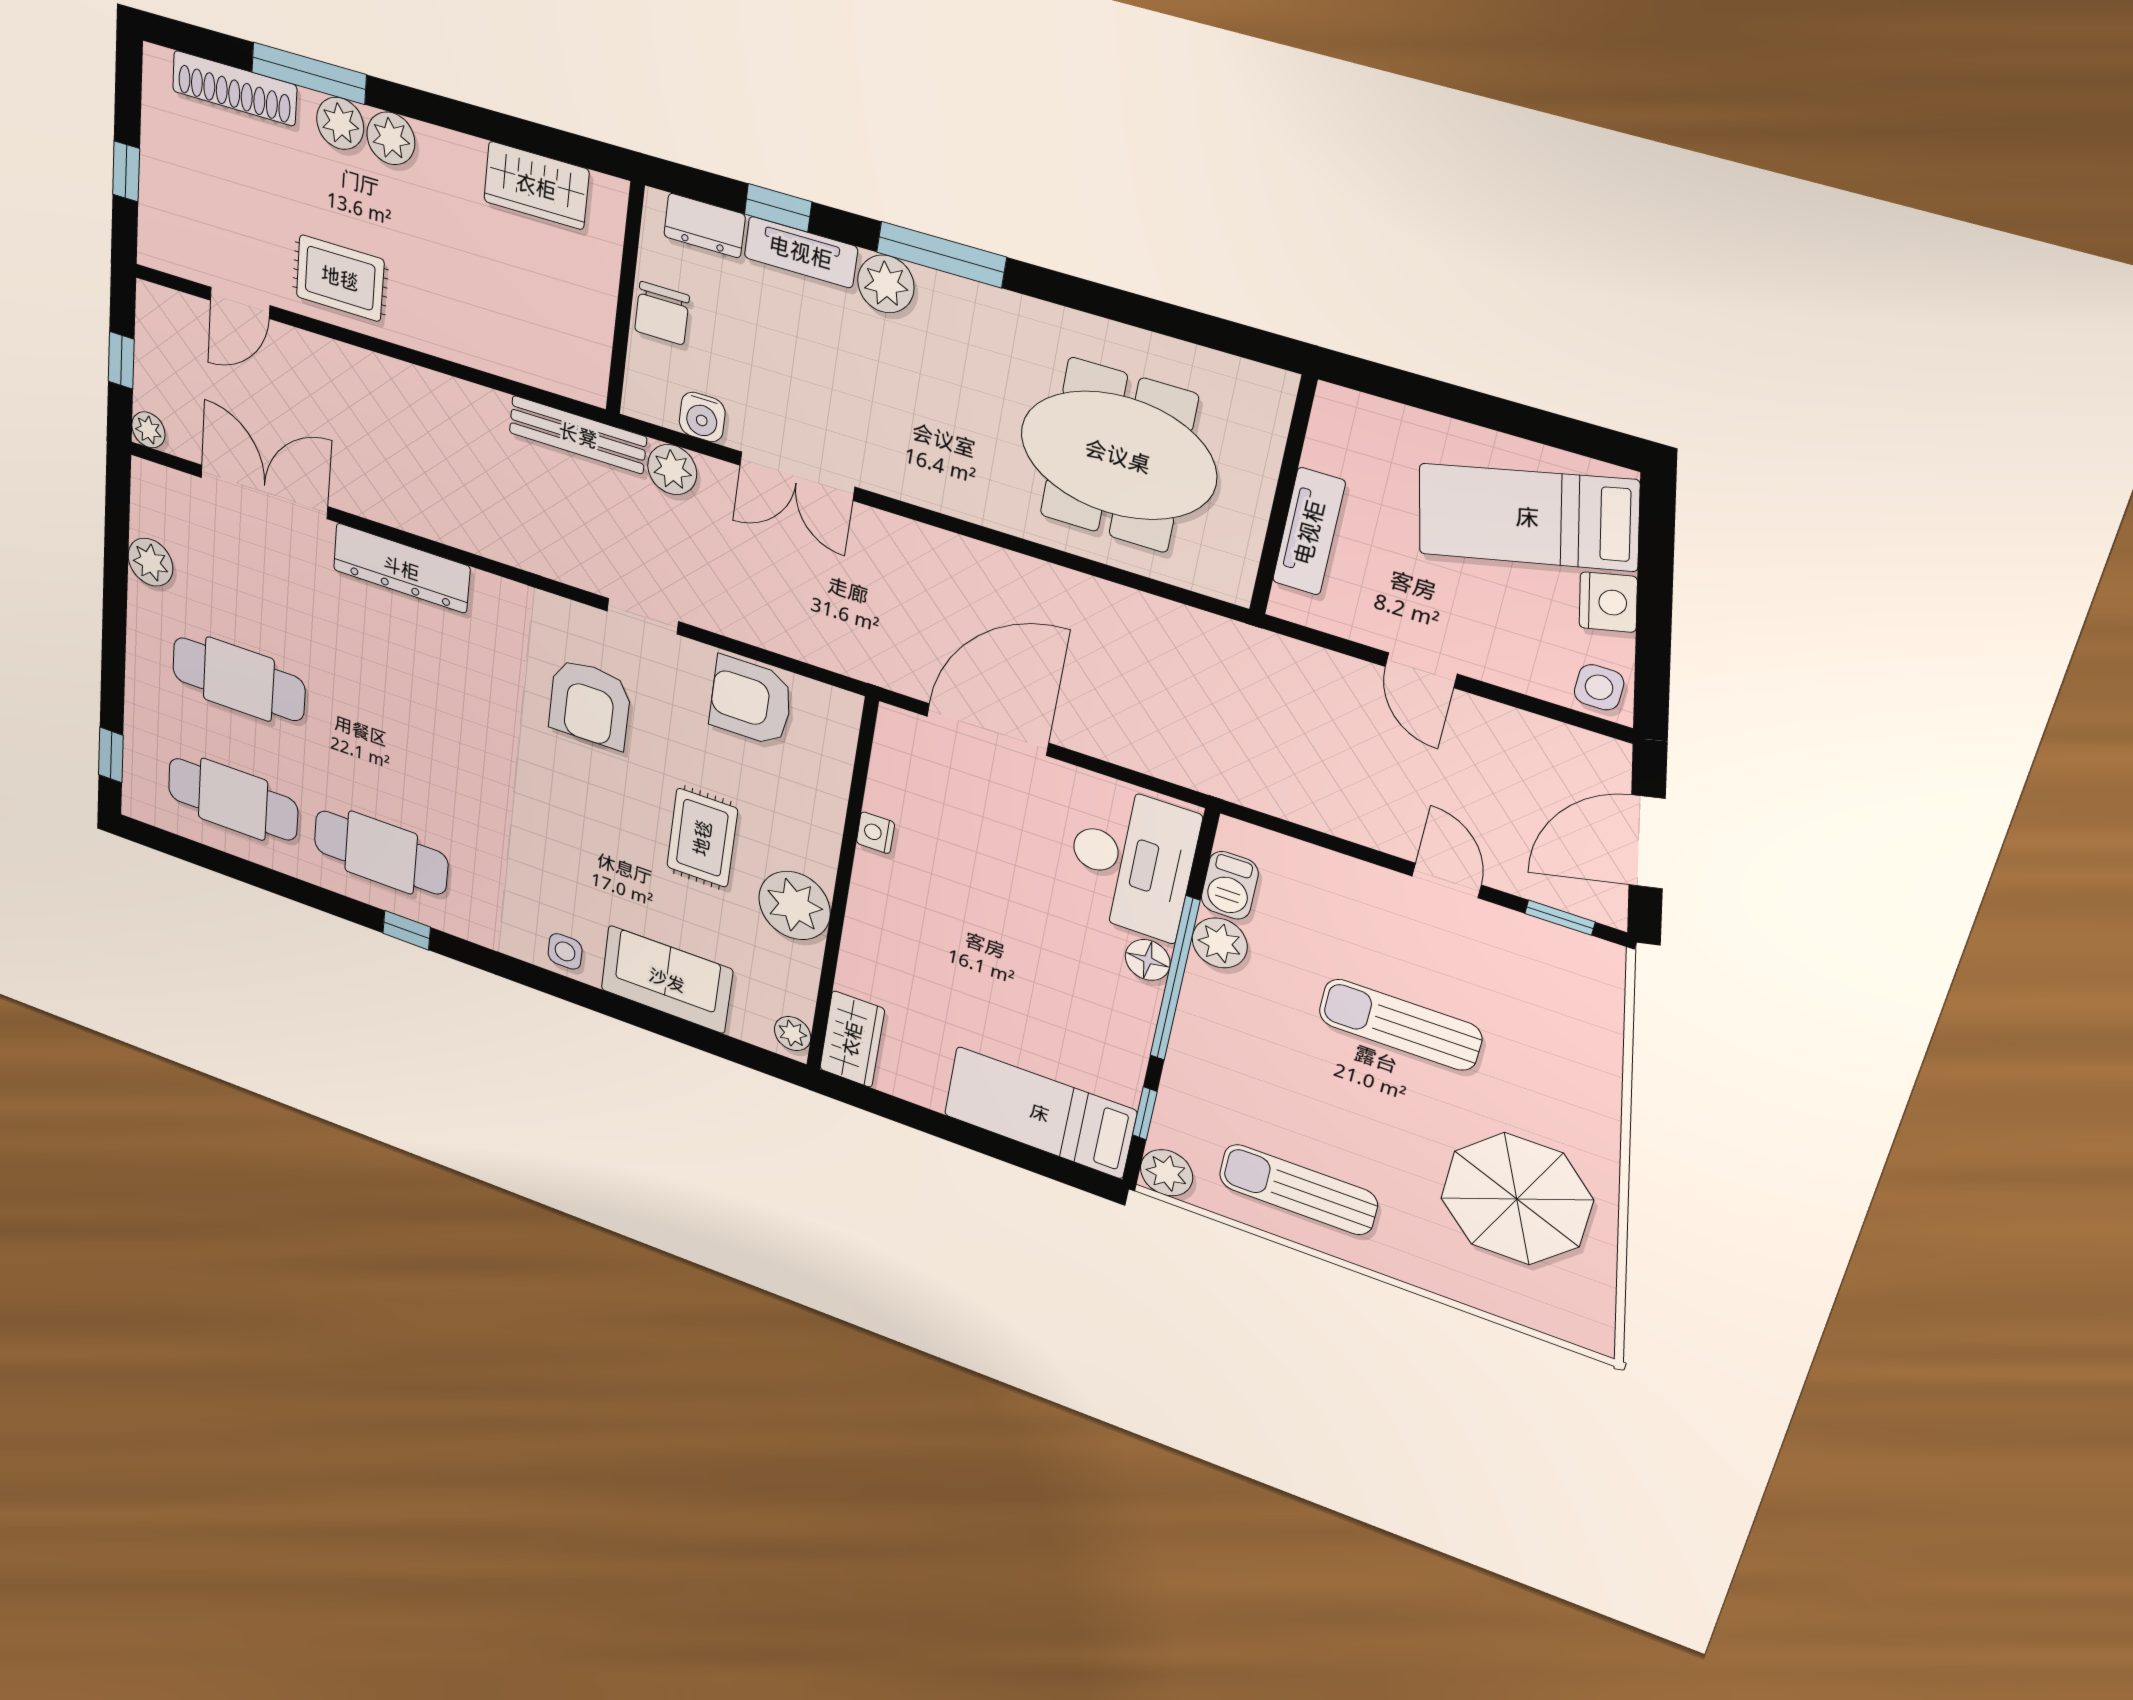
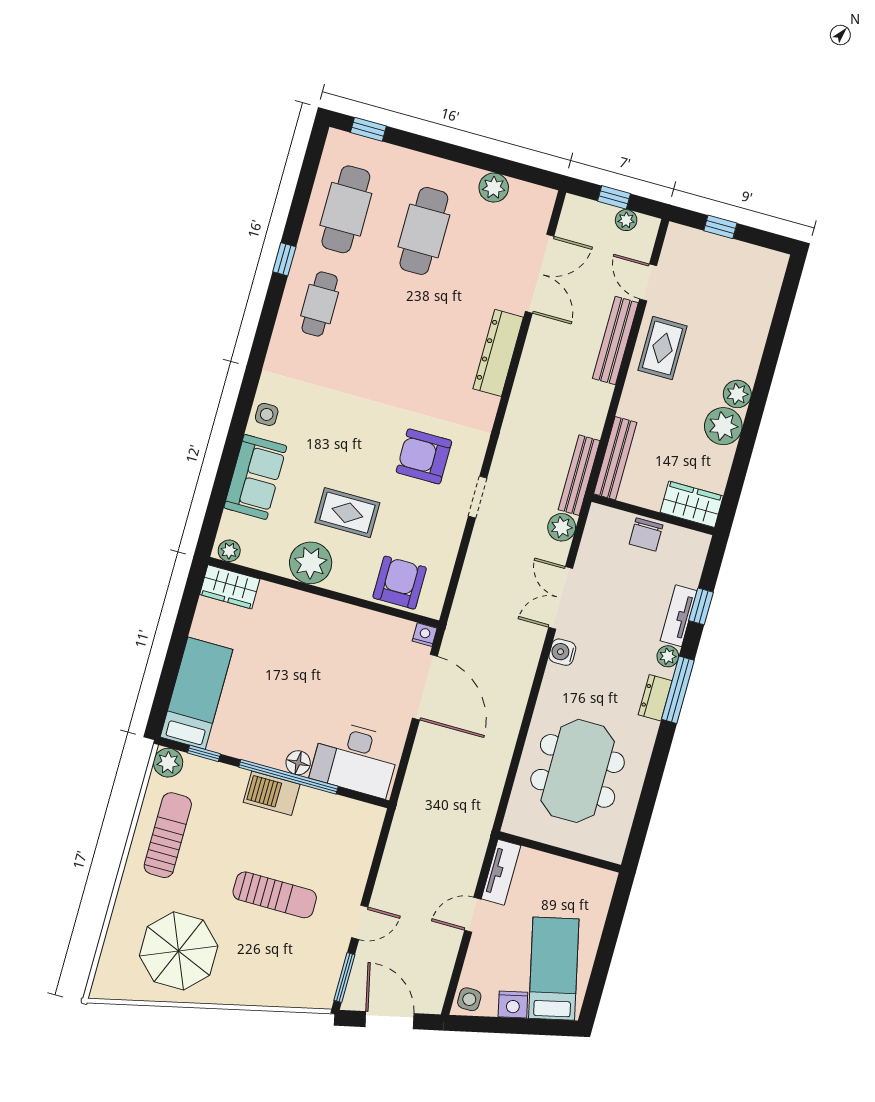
window: (309, 73) -> (772, 352), removed
shoe rack: (234, 88) -> (764, 305), removed
plant: (340, 123) -> (723, 426), moved, width x1.36, depth x1.36
wardrobe: (536, 186) -> (692, 504), moved, turned 90
dresser: (704, 226) -> (655, 698), moved
plant: (886, 284) -> (668, 656), width x0.73, depth x0.73
chair: (662, 313) -> (646, 535), turned -90
bench: (344, 363) -> (615, 341), added
bench: (538, 368) -> (615, 458), added
water cooler: (702, 417) -> (562, 652), moved
plant: (148, 430) -> (626, 220), moved
tv unit: (1309, 532) -> (501, 872), moved, turned -90
armchair: (751, 701) -> (400, 583), moved
nightstand: (875, 833) -> (425, 635), moved
cafe table: (381, 853) -> (320, 304), width x0.73, depth x0.74
barbecue: (1230, 885) -> (272, 793), moved, width x1.38, depth x1.27
window: (1560, 918) -> (344, 977), width x1.50
window: (407, 930) -> (284, 259), moved
plant: (1220, 943) -> (312, 803), removed
sun lounger: (1400, 1025) -> (275, 895), turned 90

